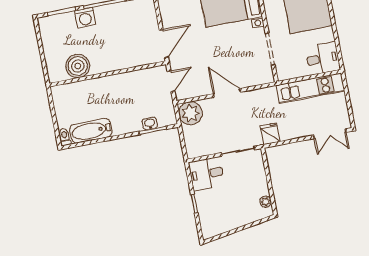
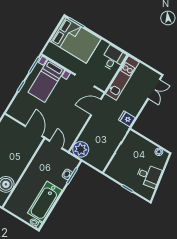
door: (227, 93) -> (96, 107), moved
bathtub: (91, 131) -> (45, 202), width x1.36, depth x1.36
desk: (207, 174) -> (149, 176), moved, turned -99

